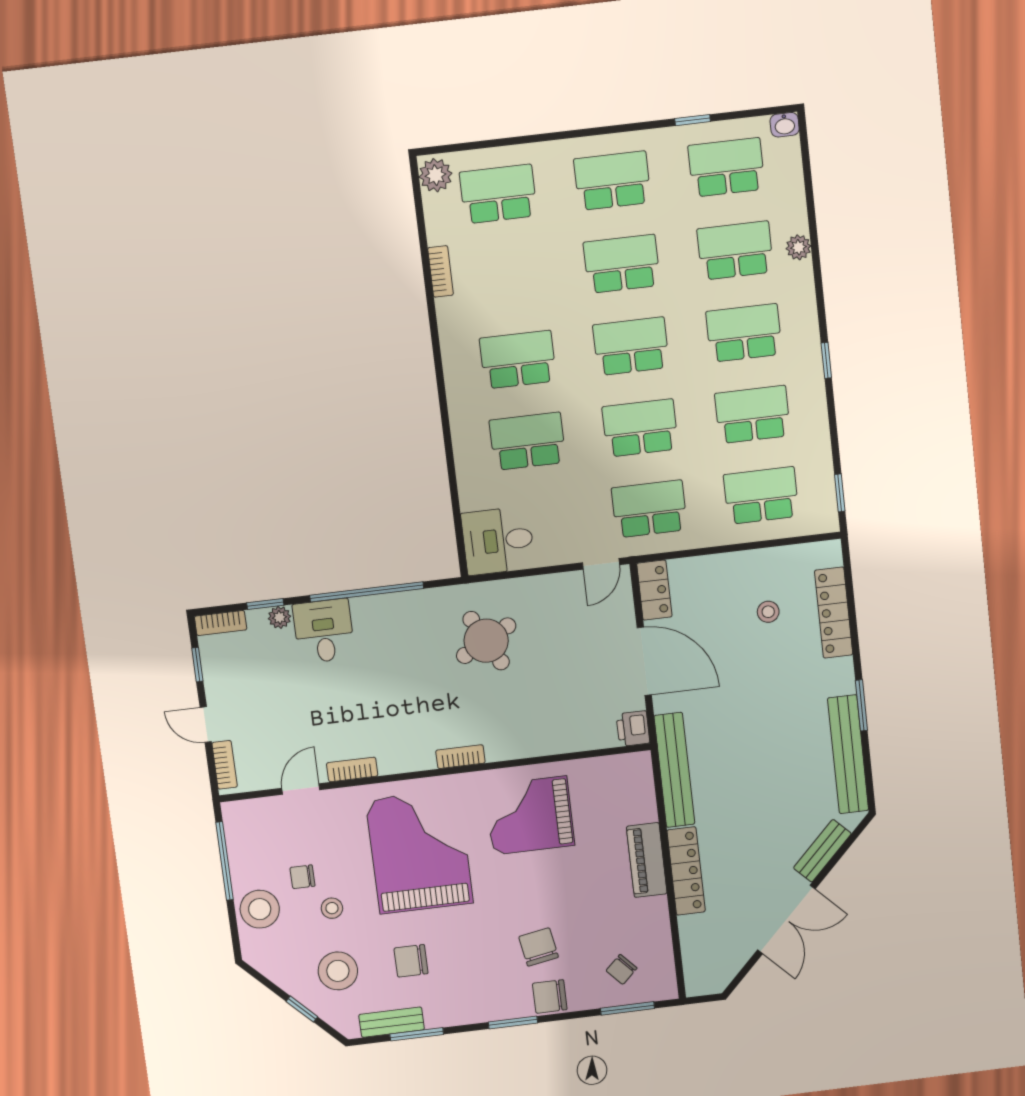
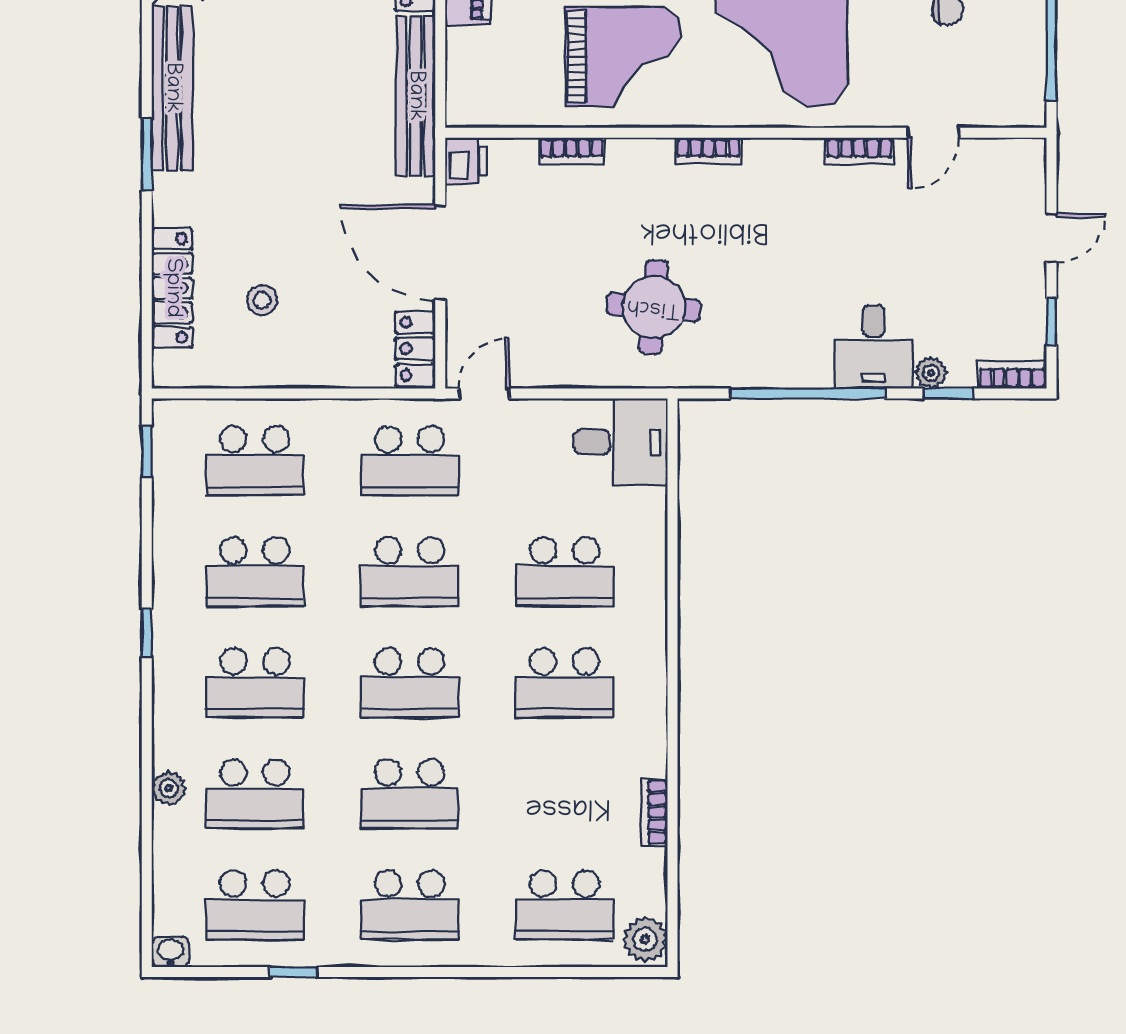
round table: (486, 641) -> (654, 307), turned 33
door: (206, 725) -> (1051, 238), hinge flipped
bookcase: (225, 765) -> (571, 151), moved, turned -90

